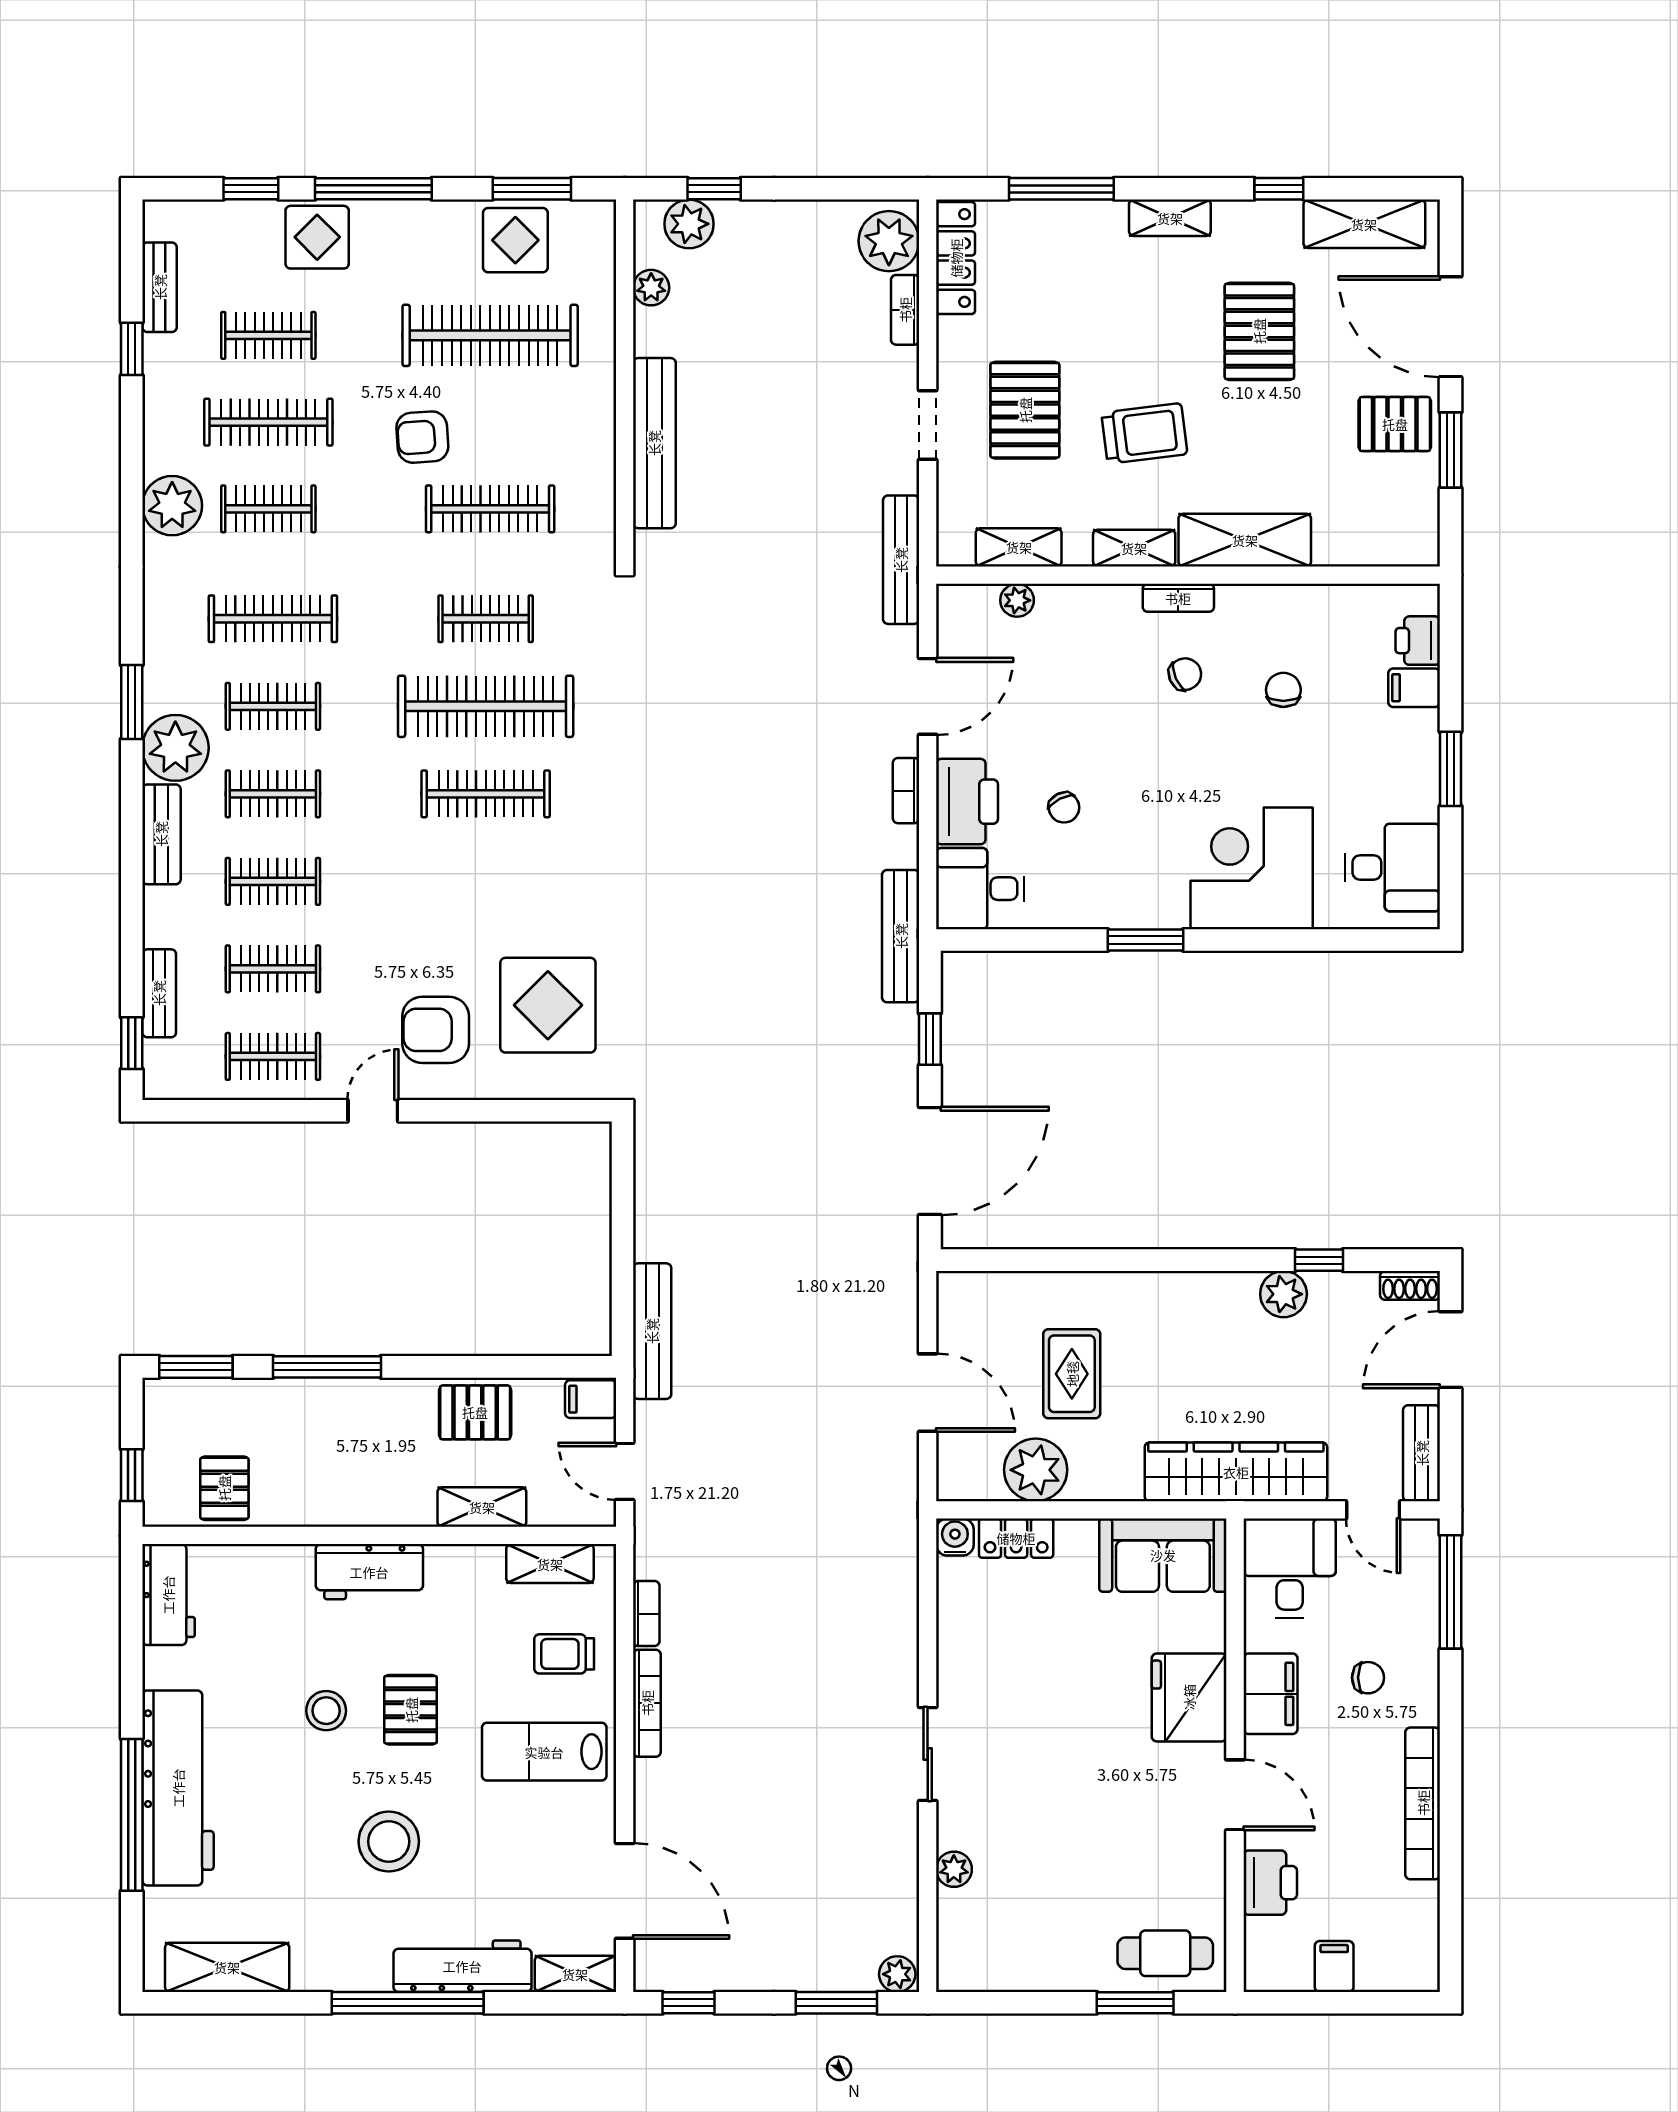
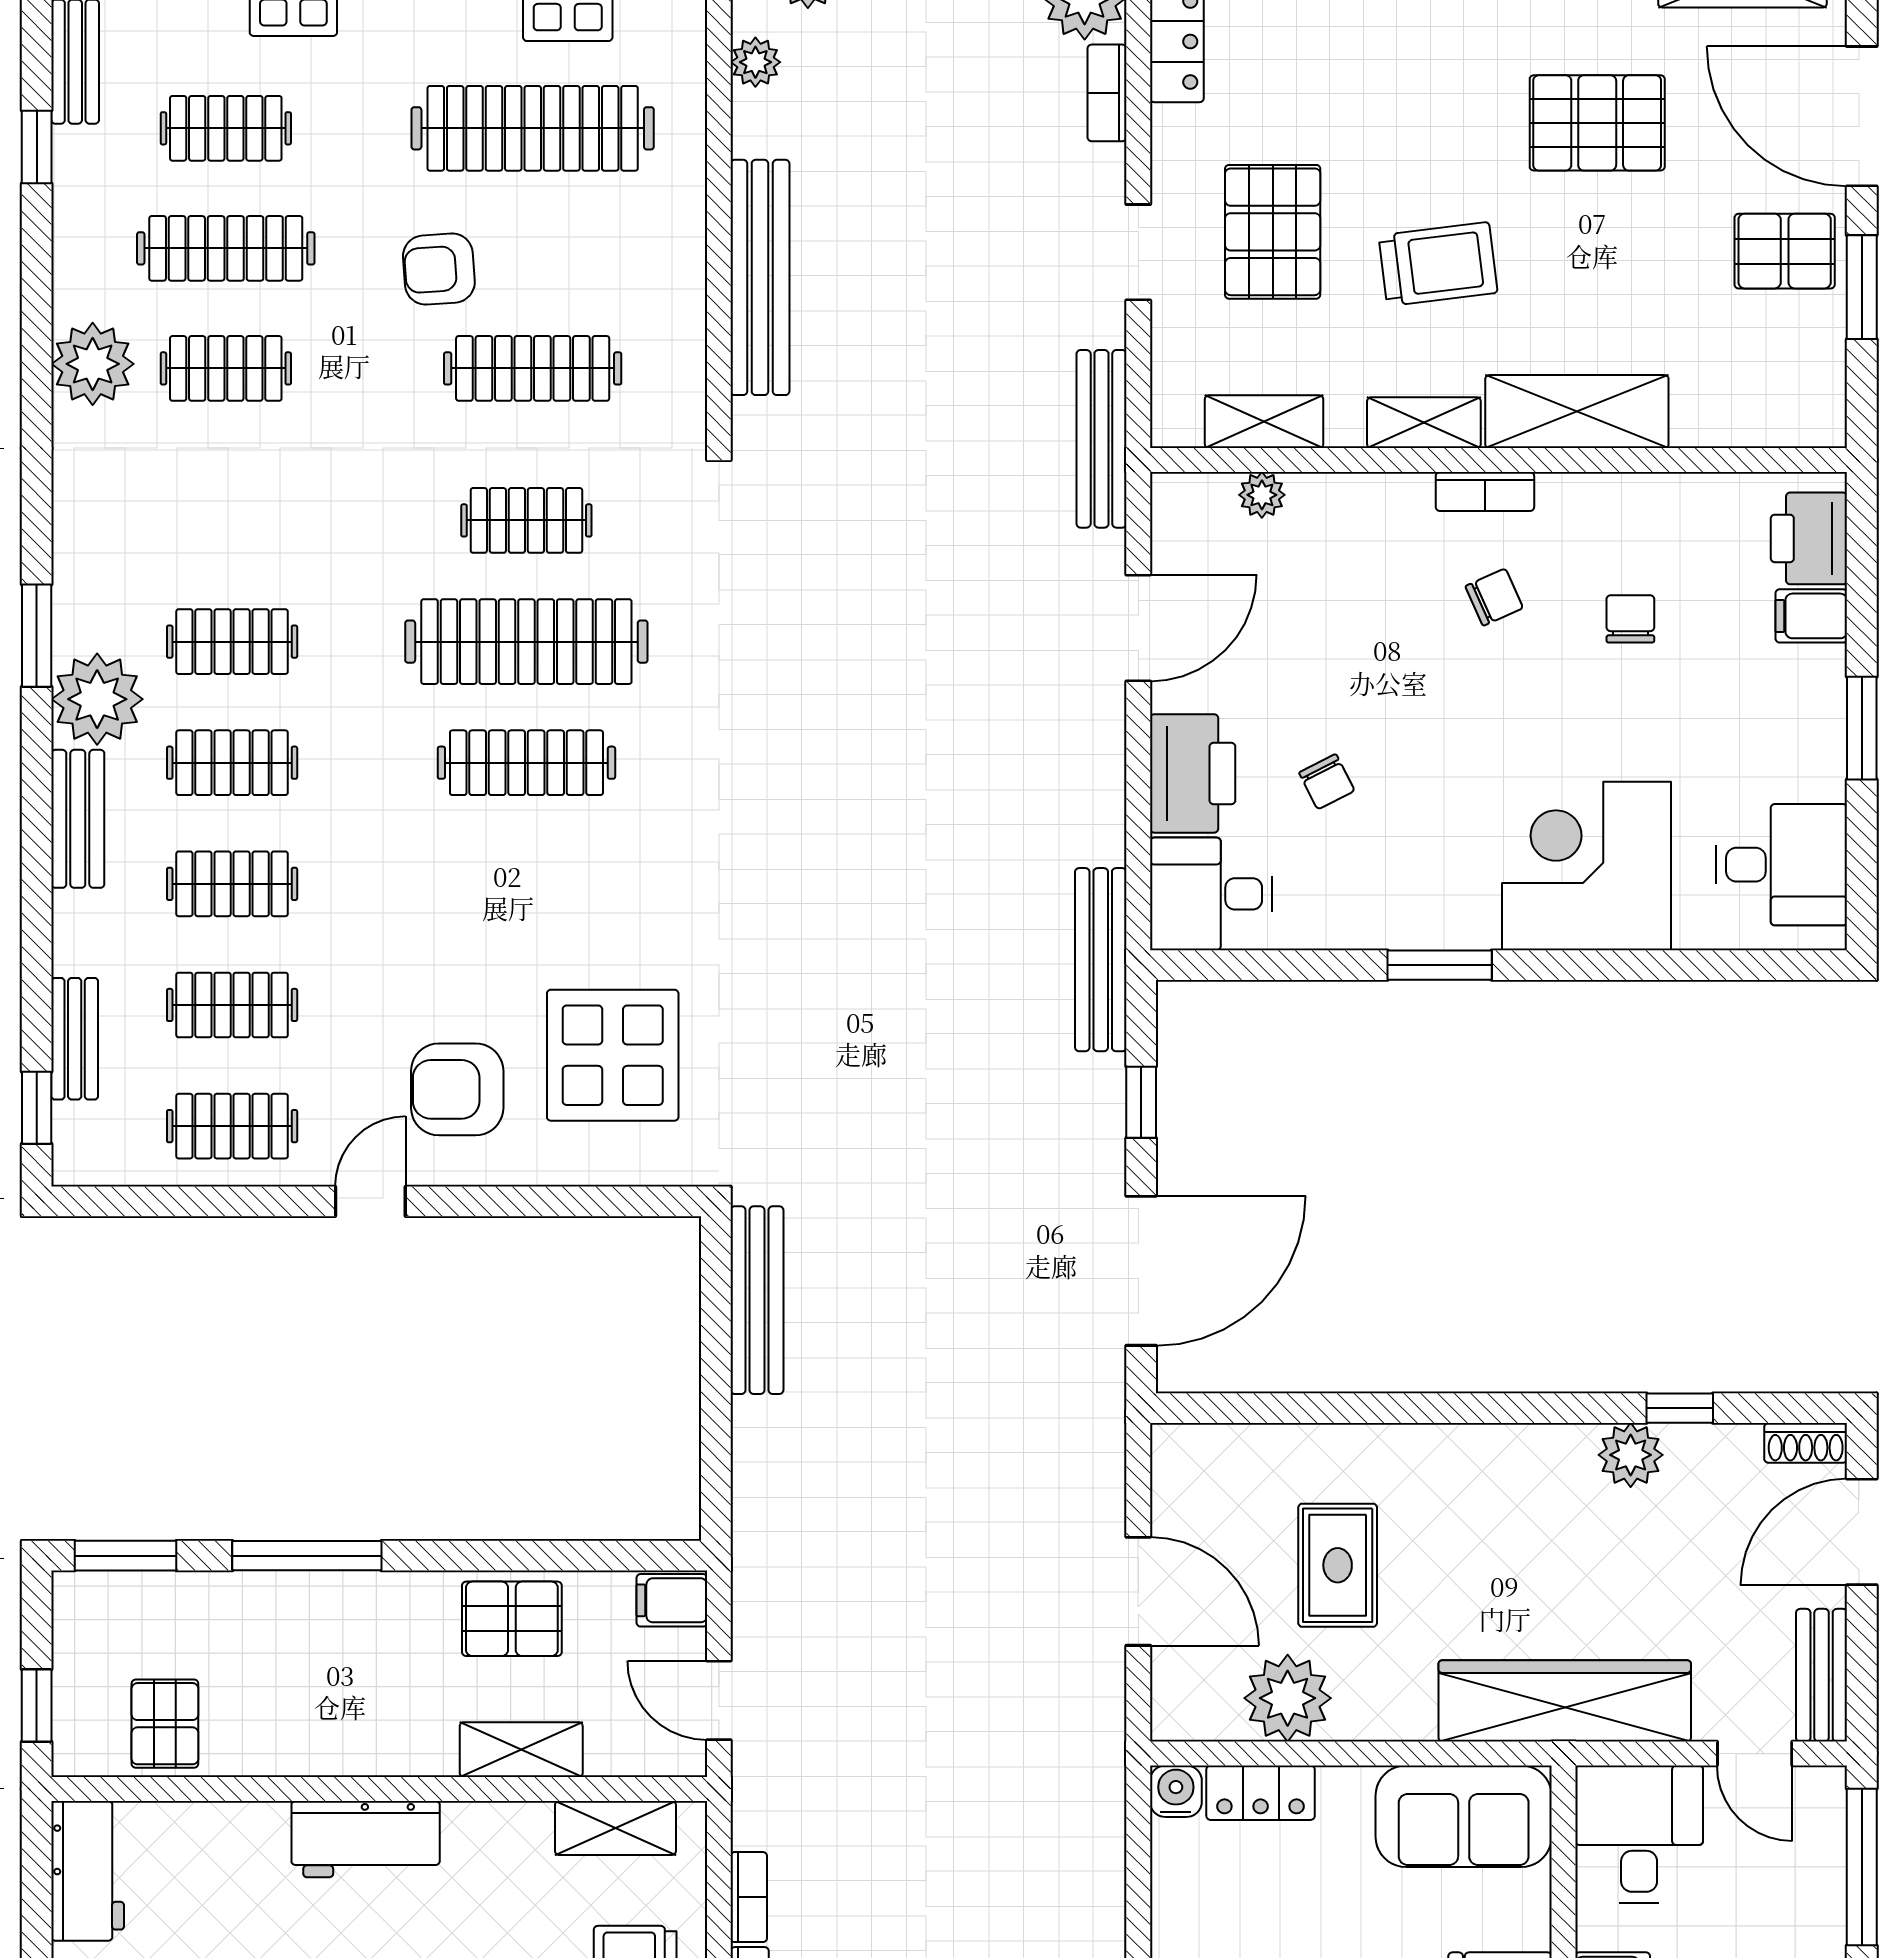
pallet: (1259, 331) -> (1597, 123), turned 90
clothes rail: (273, 619) -> (232, 520), removed
printer: (1418, 641) -> (1809, 538), width x1.36, depth x1.24
bookcase: (906, 791) -> (1108, 758), removed
bench: (652, 1331) -> (757, 1300), moved

